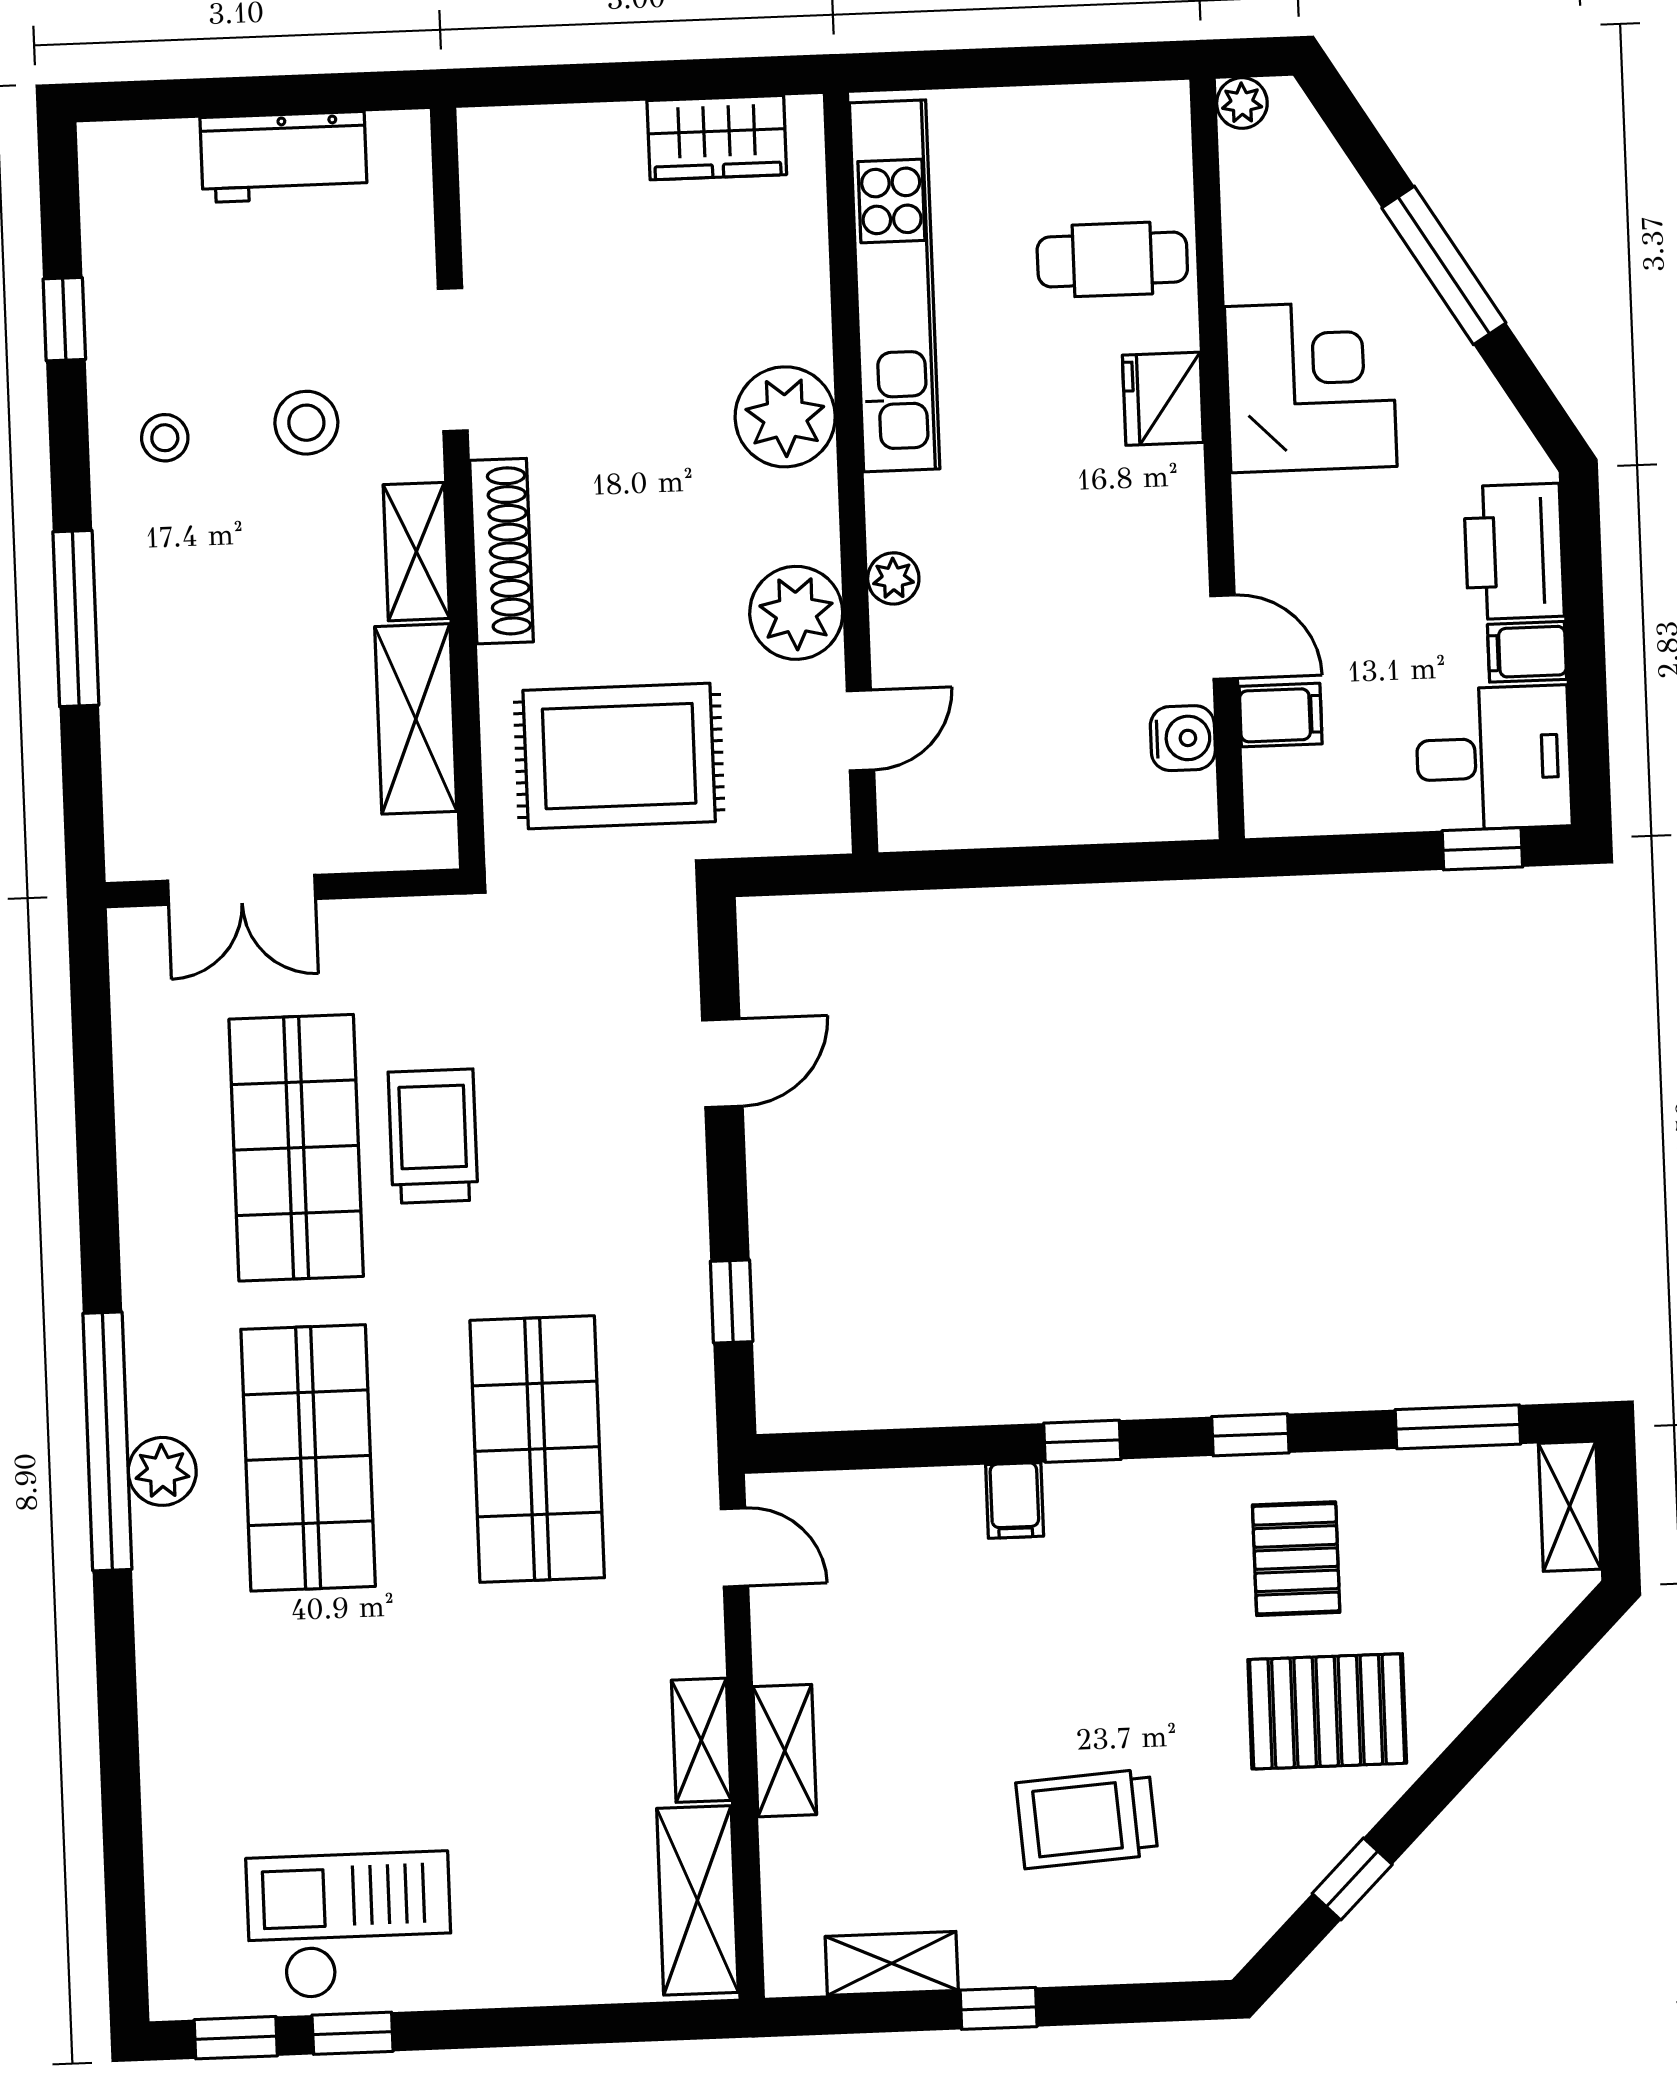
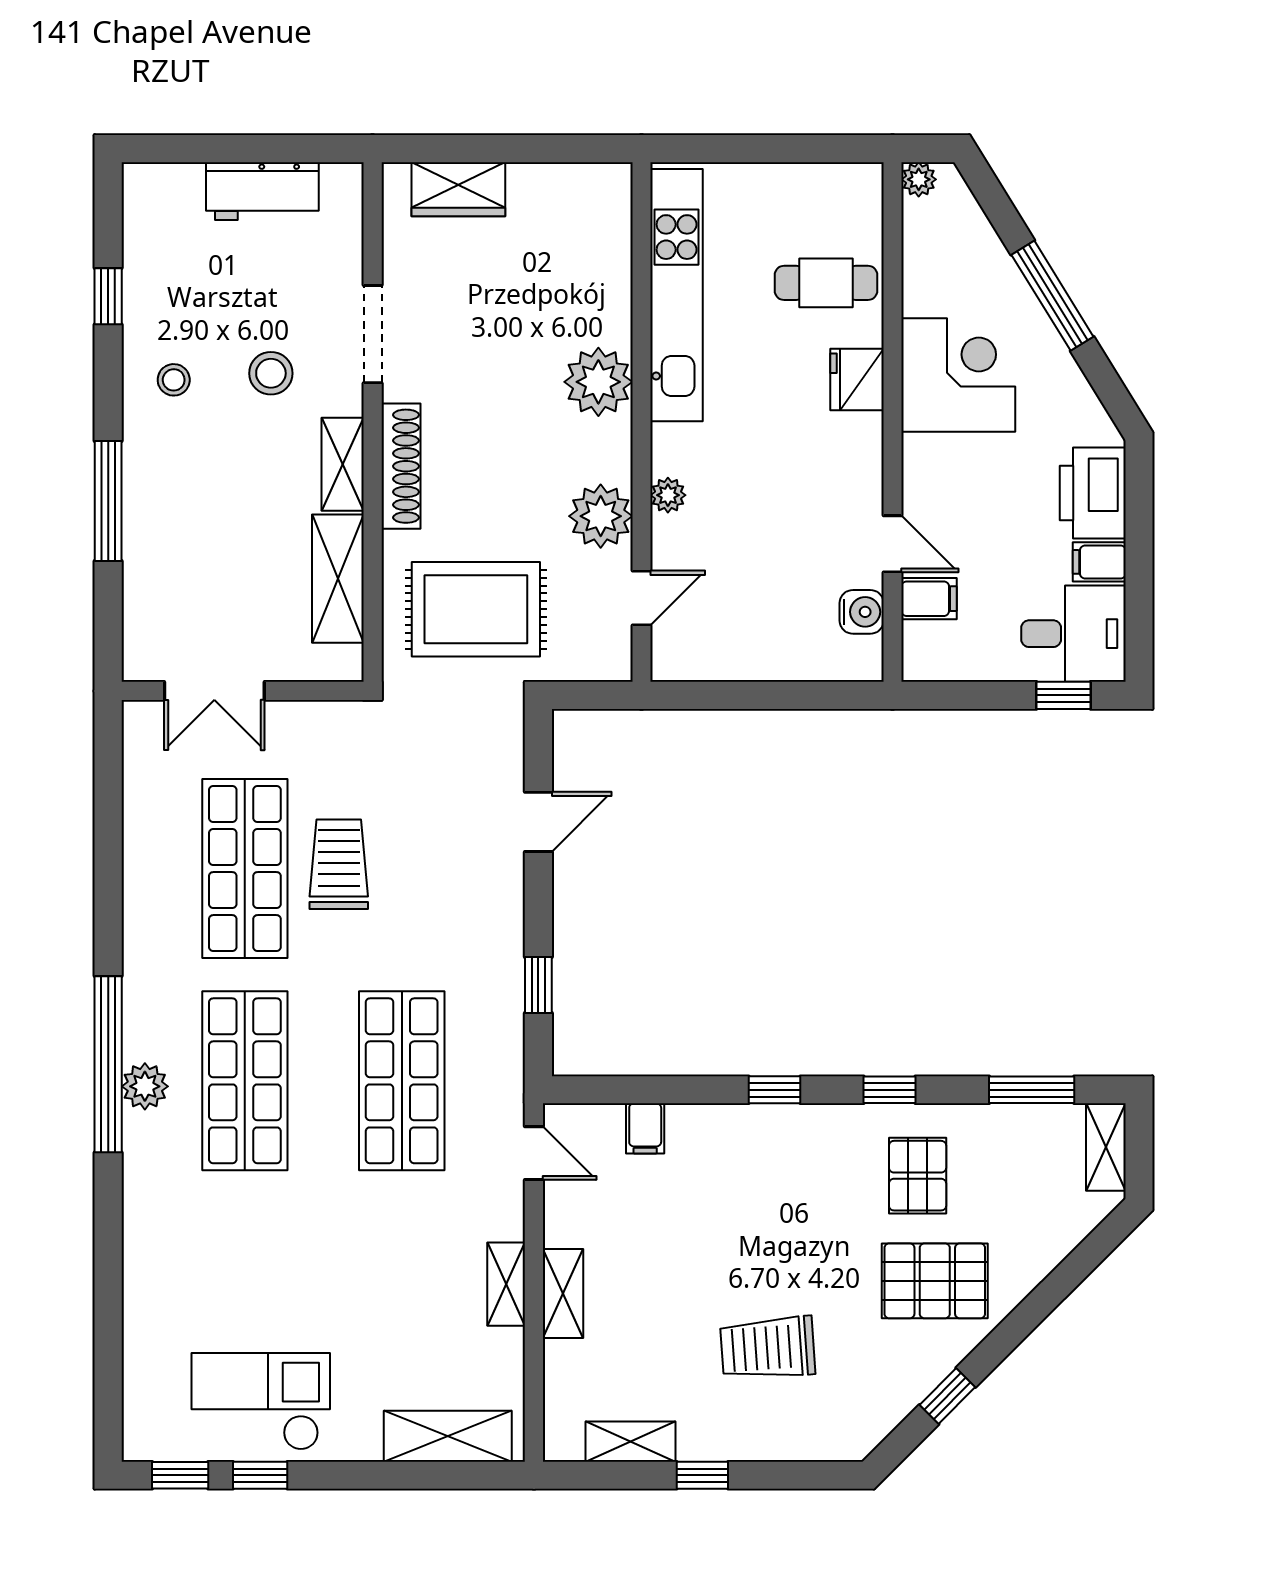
wardrobe: (717, 138) -> (458, 189), moved
filing cabinet: (1015, 1500) -> (645, 1128), moved
shelving: (697, 1900) -> (448, 1436), moved, turned 90

